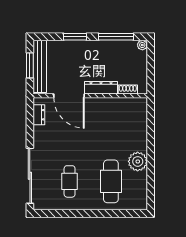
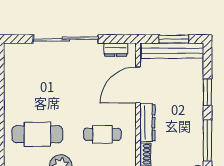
sliding door: (30, 176) -> (66, 39), moved
cafe table: (70, 181) -> (102, 134), moved

